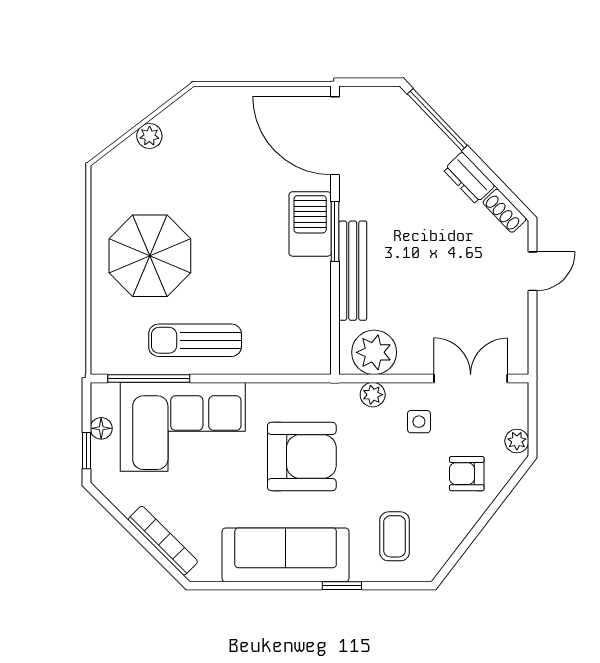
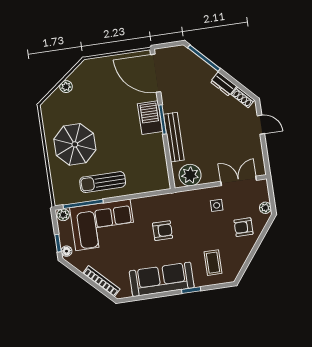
door: (533, 271) -> (261, 125), hinge flipped
plant: (373, 395) -> (63, 215), moved
floor lamp: (101, 428) -> (66, 251), moved
armchair: (302, 457) -> (163, 231), width x0.53, depth x0.53

